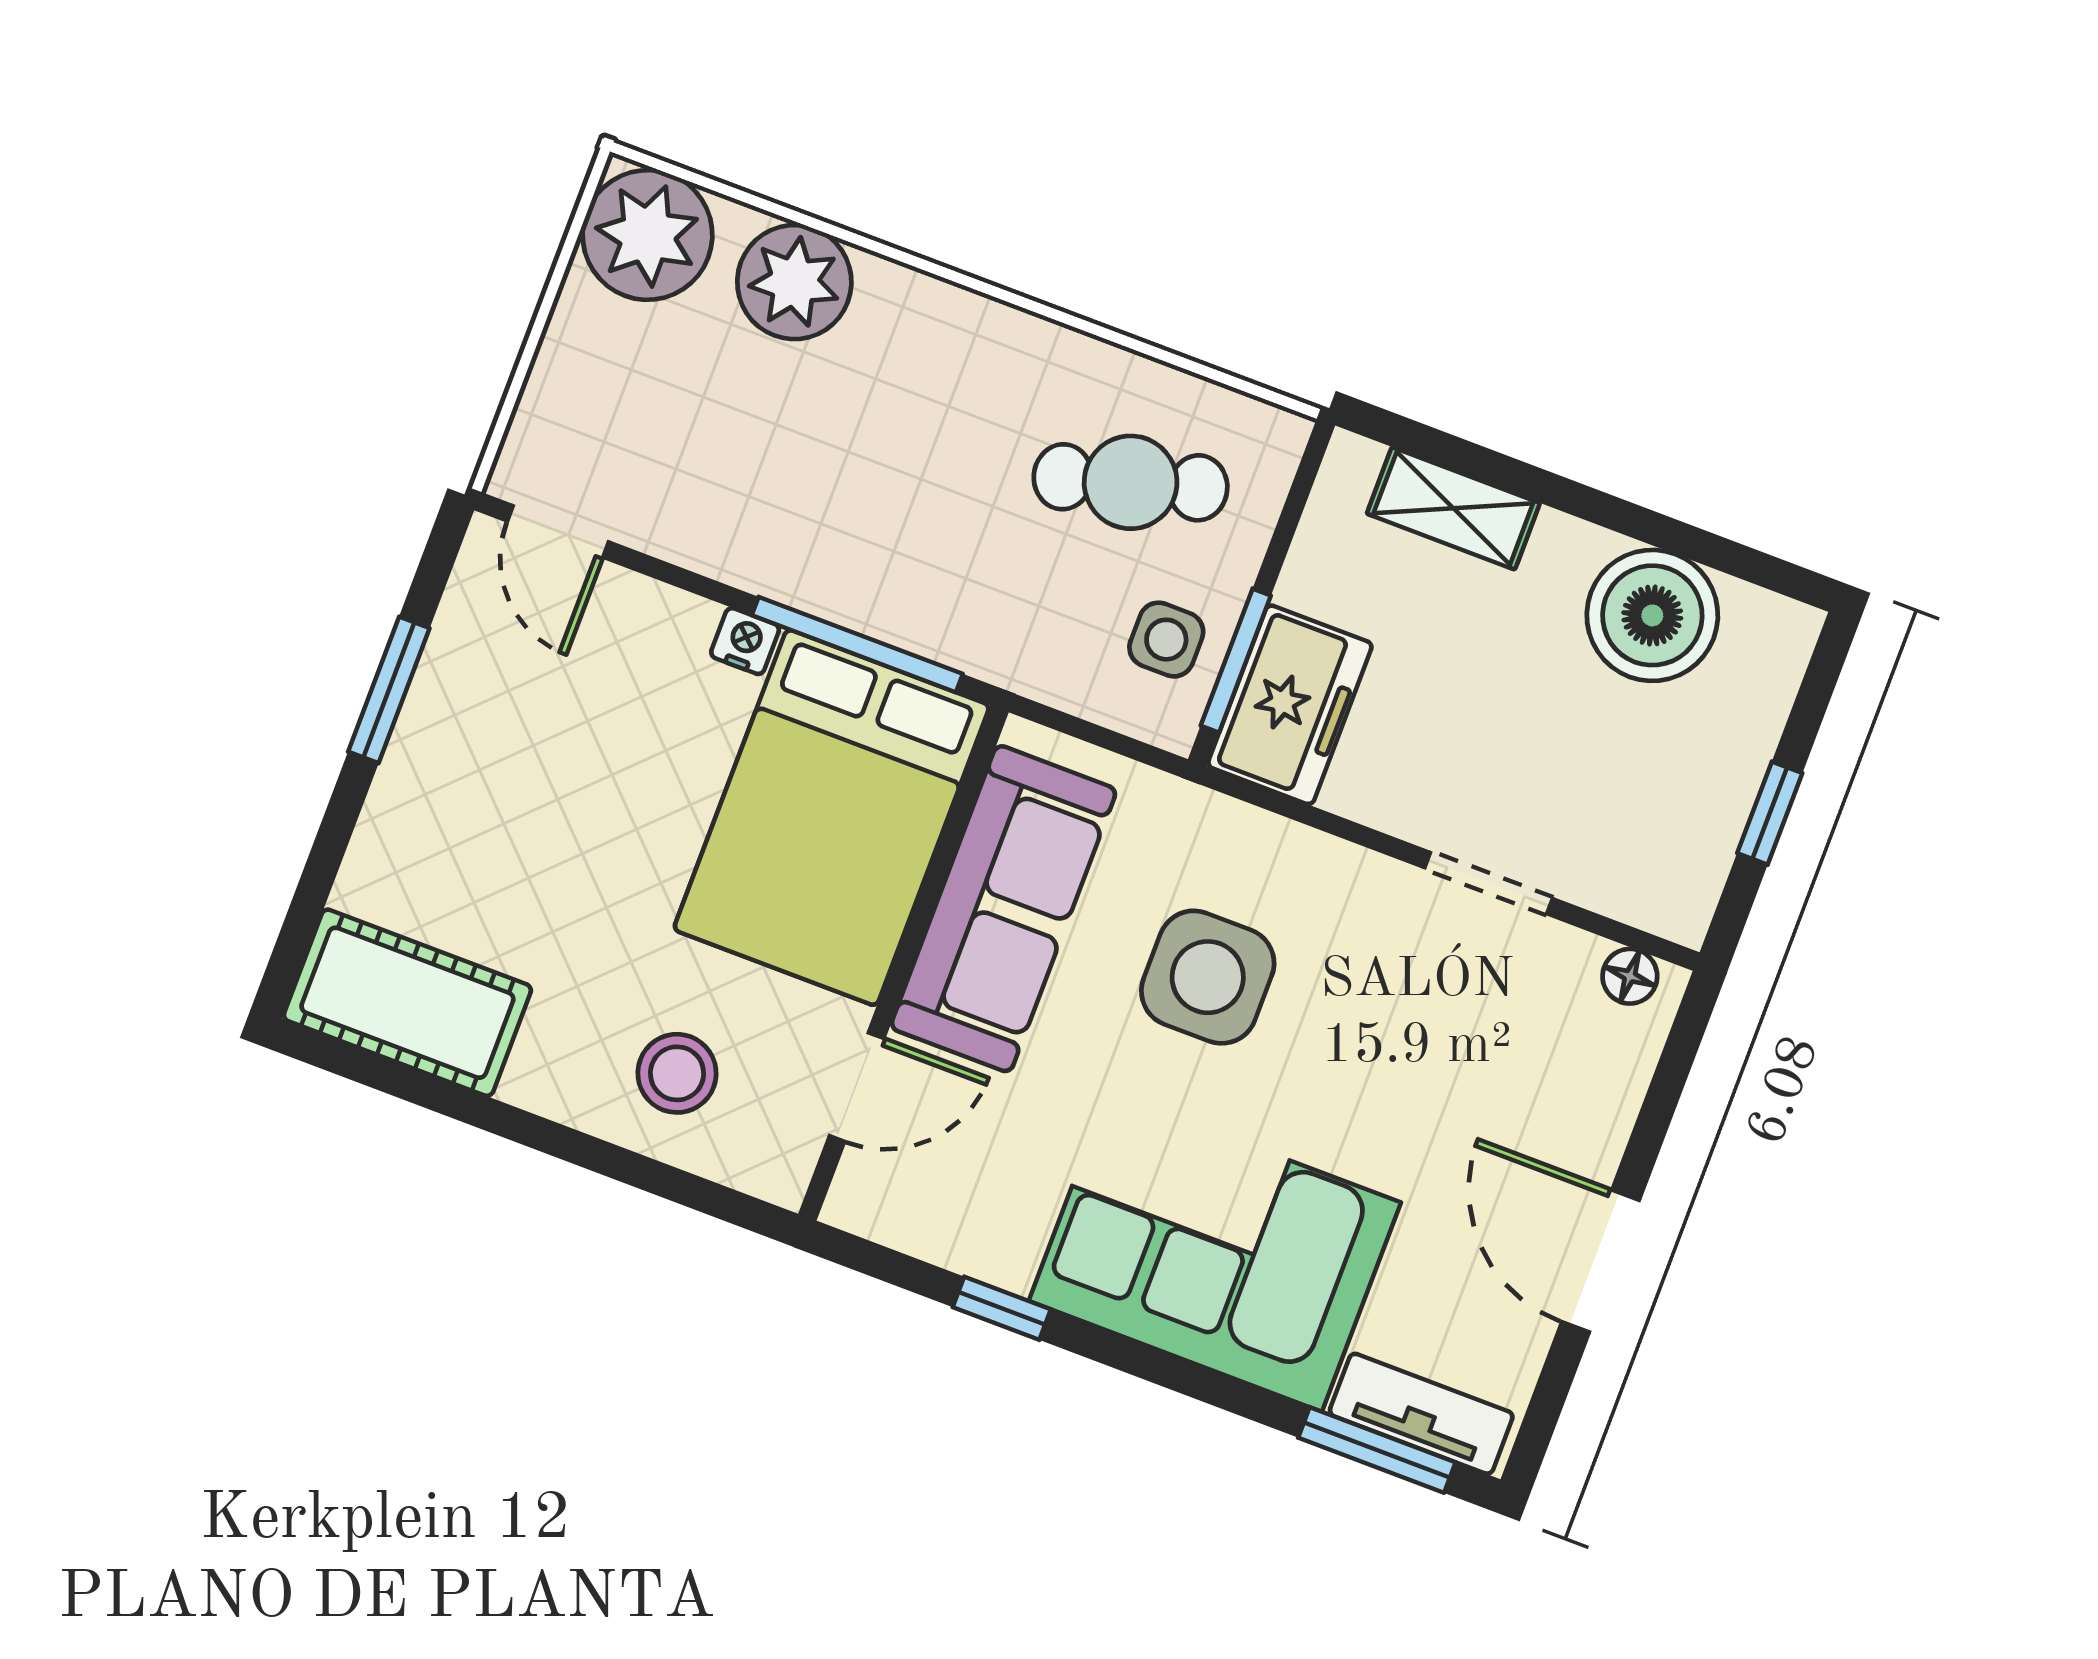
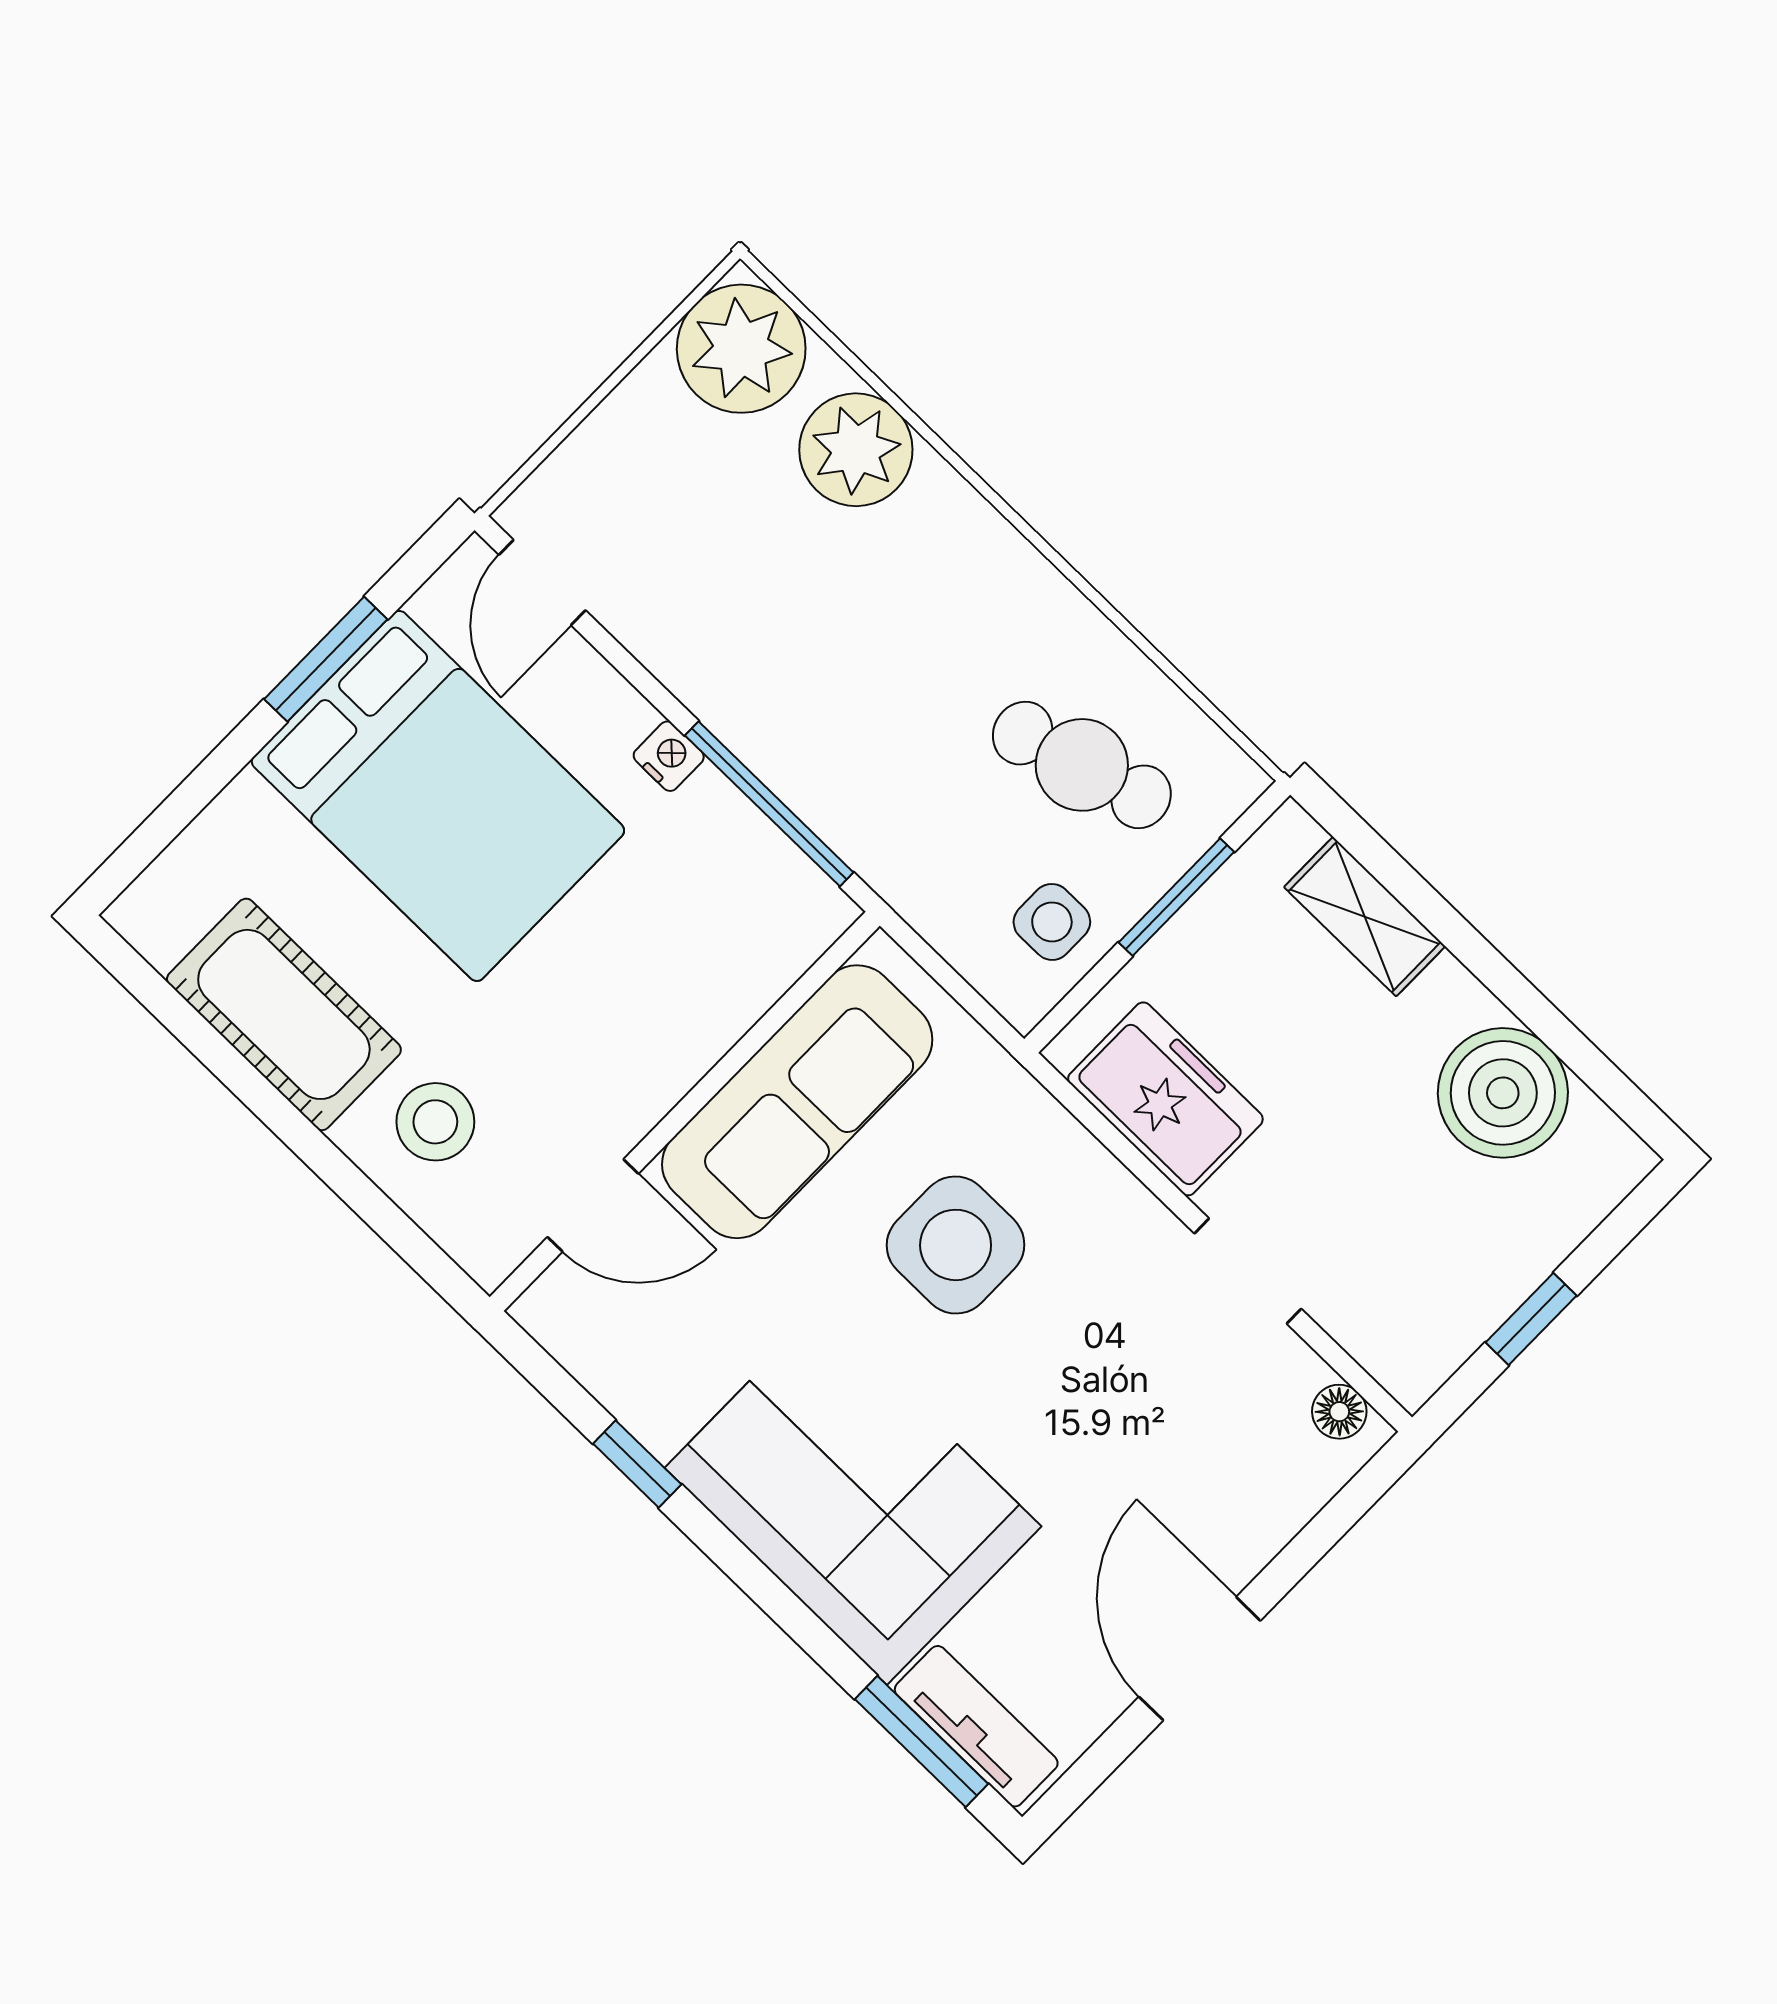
window: (1236, 661) -> (1176, 897), moved
freezer: (1290, 705) -> (1165, 1099), moved, turned -90
bed: (832, 818) -> (438, 796), moved, turned -90
cot: (407, 1003) -> (284, 1014), moved

